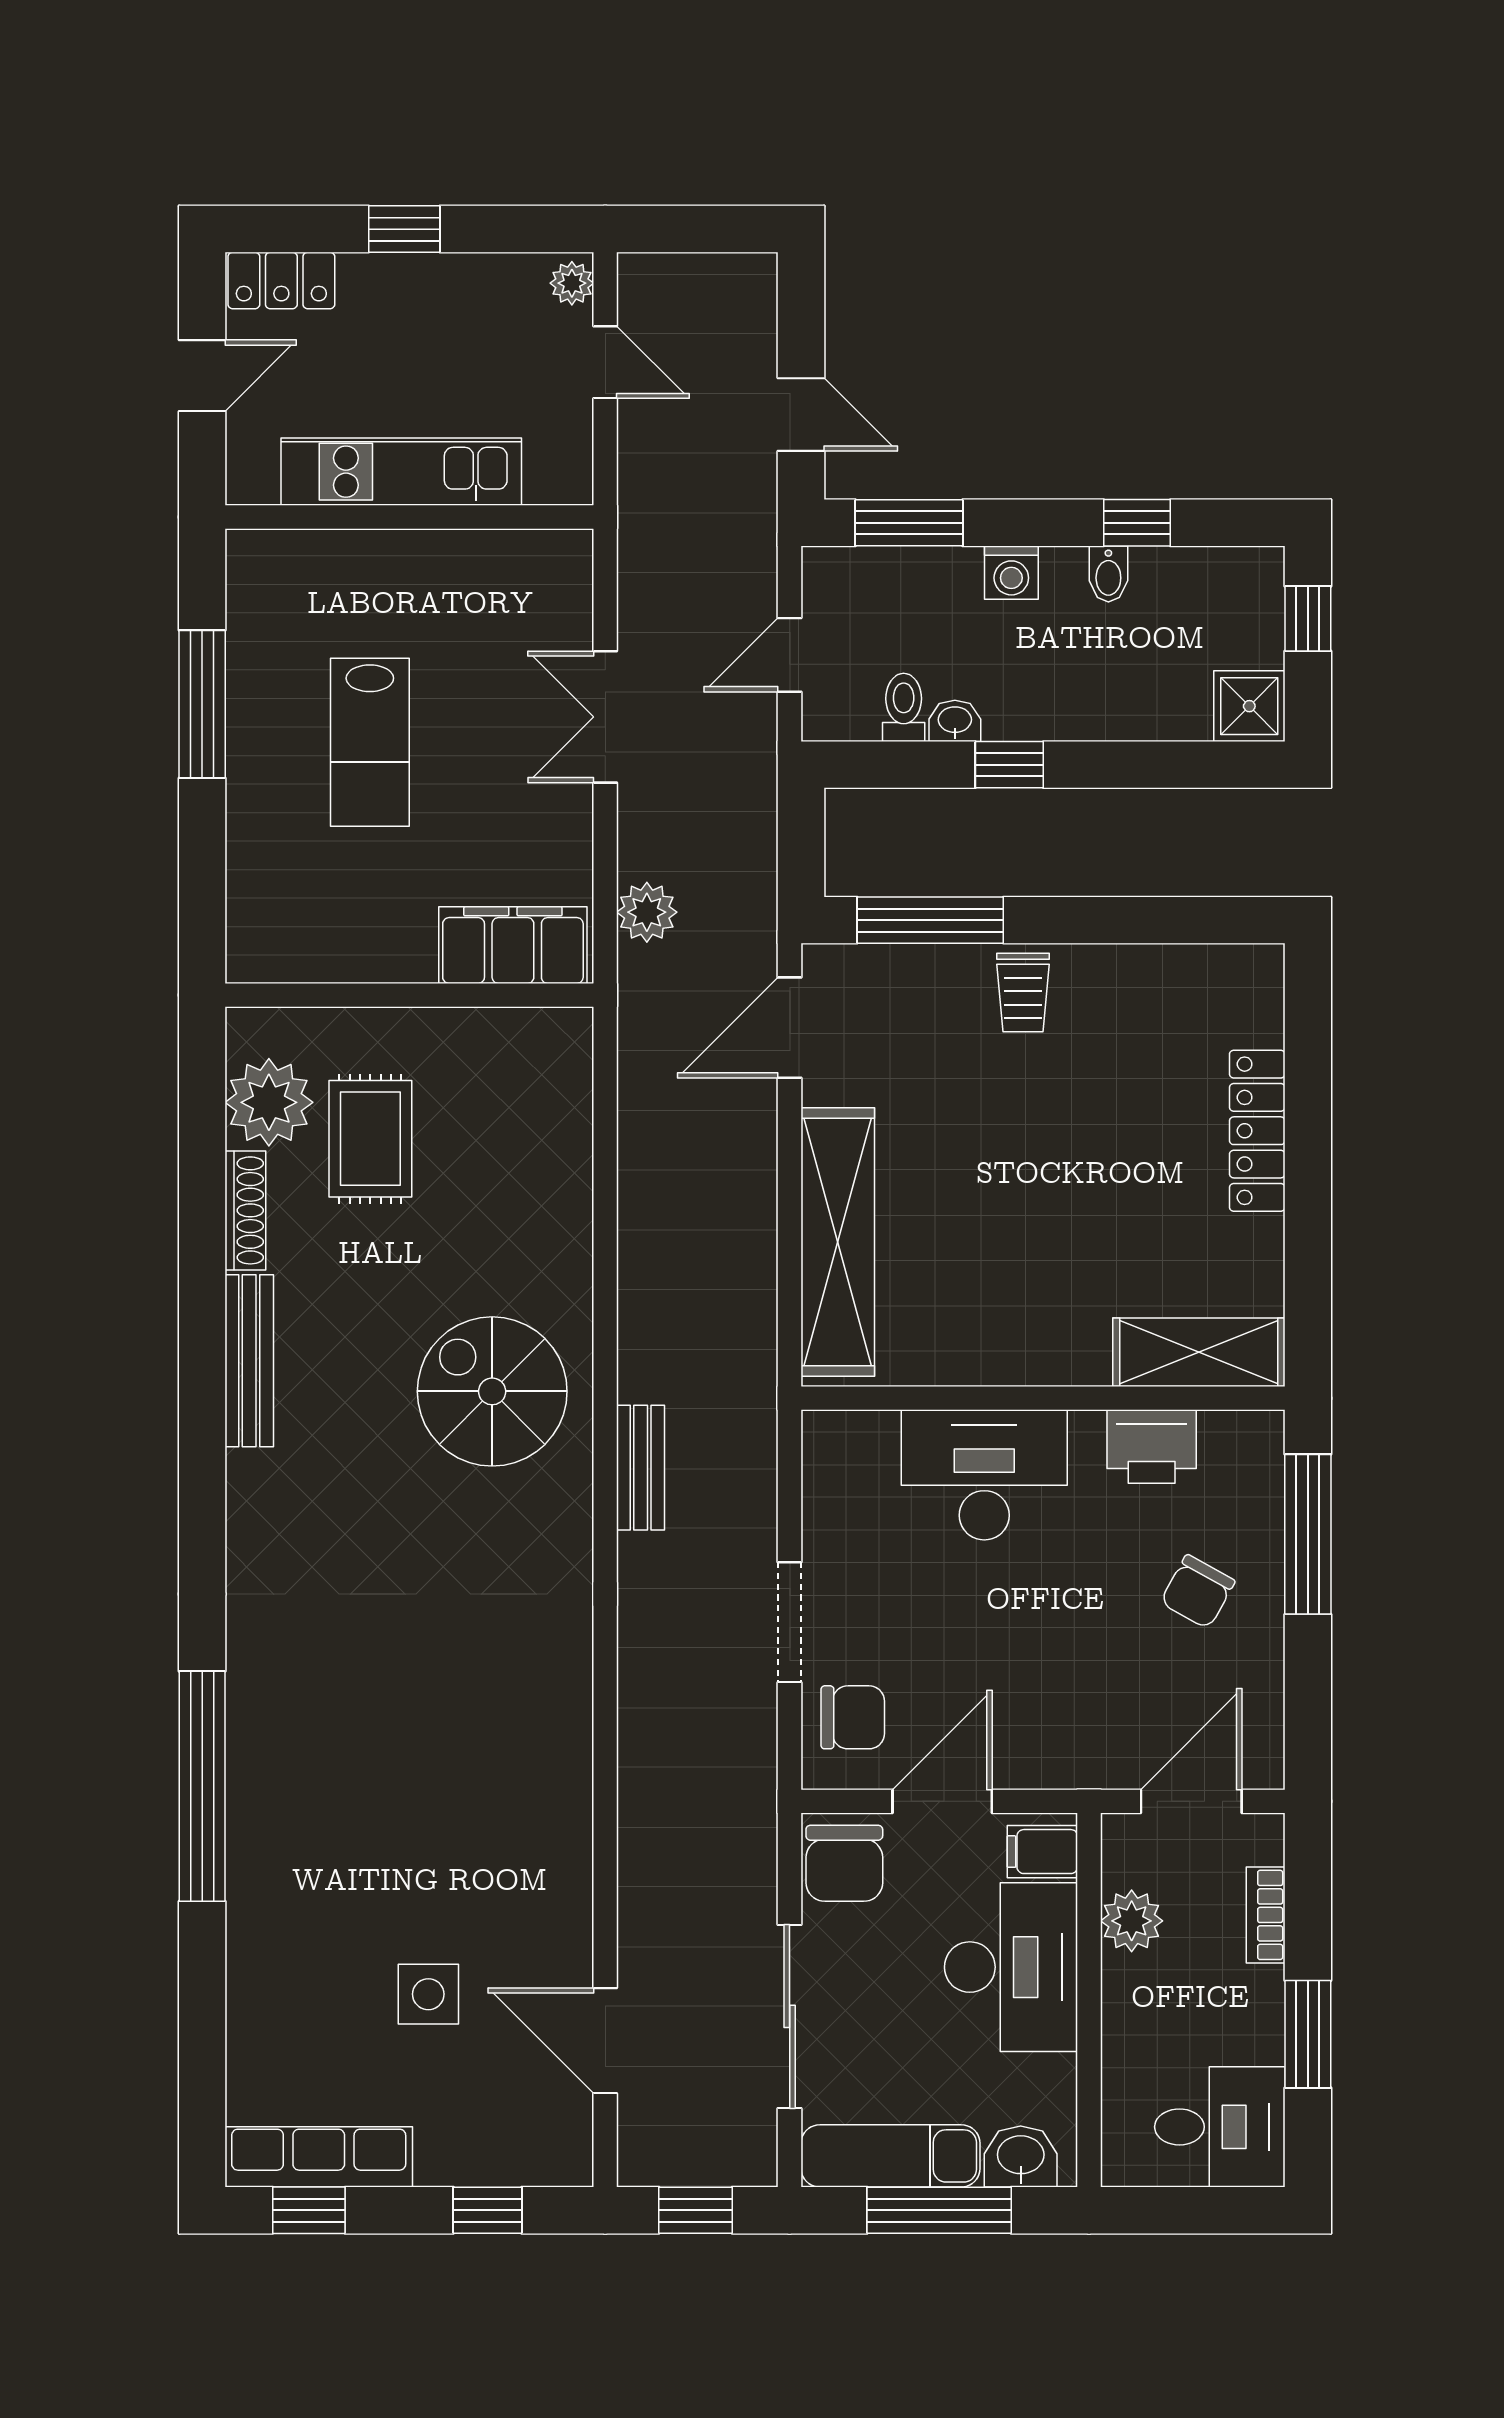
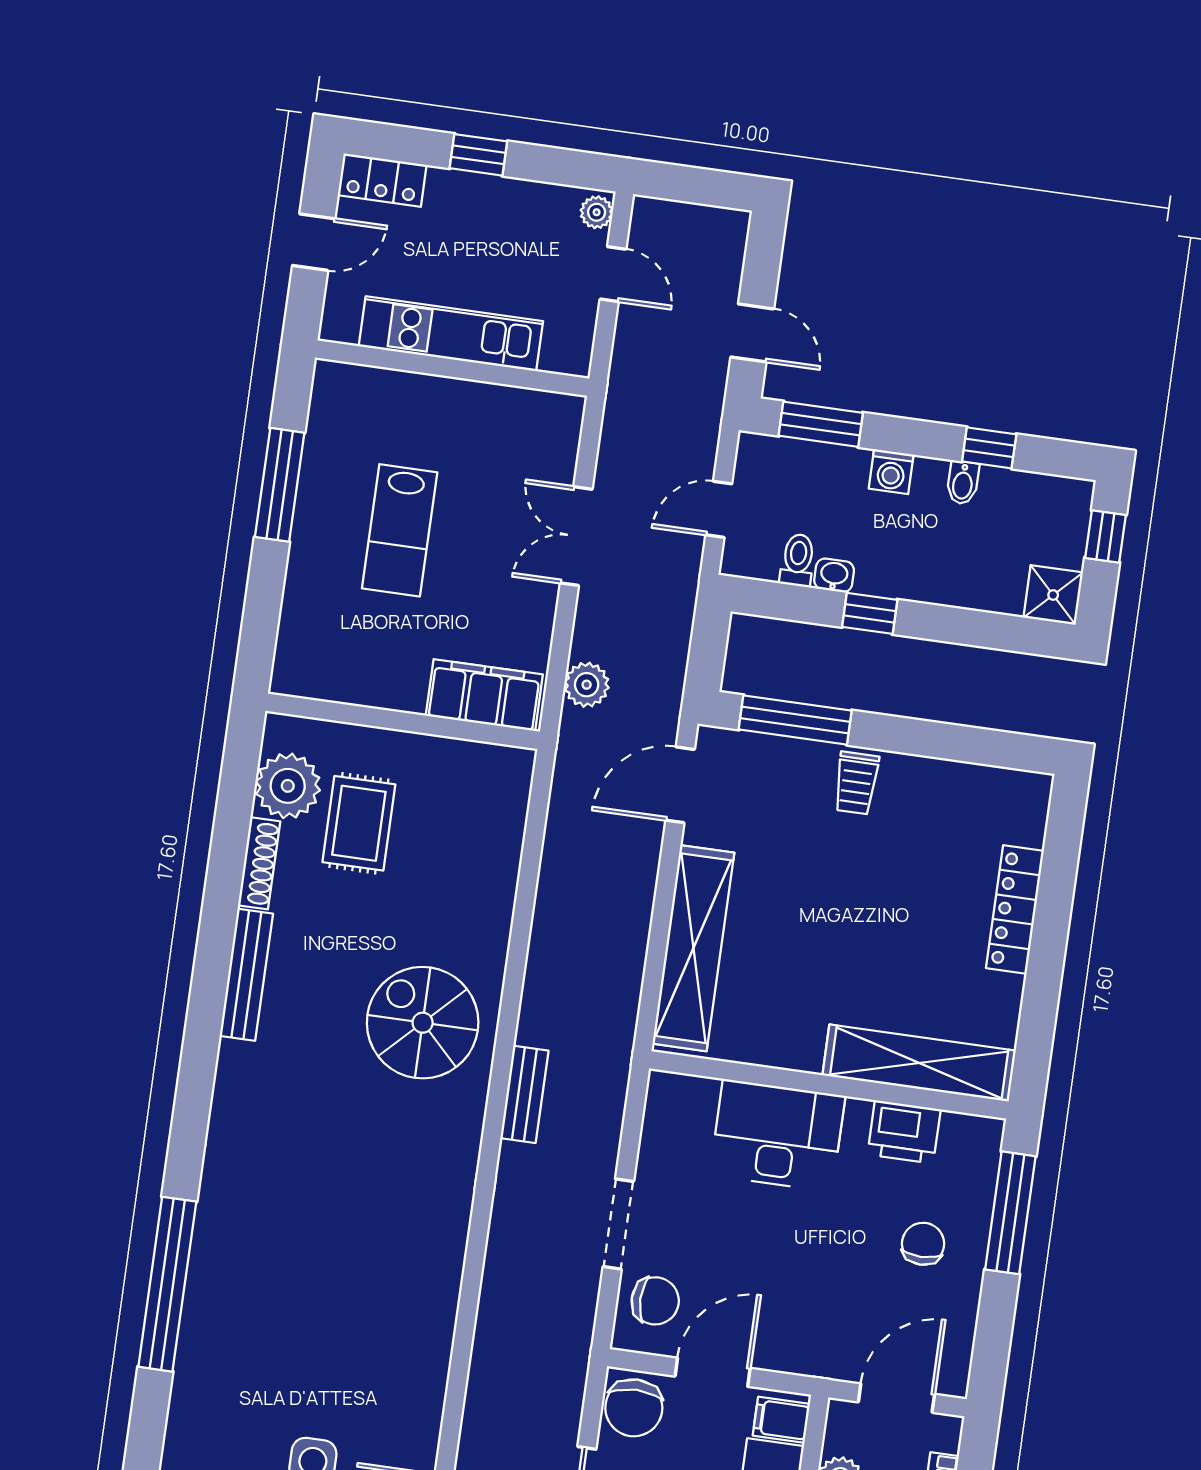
shelving: (1199, 1352) -> (919, 1063), width x1.47
chair: (1198, 1592) -> (923, 1244), turned 151

